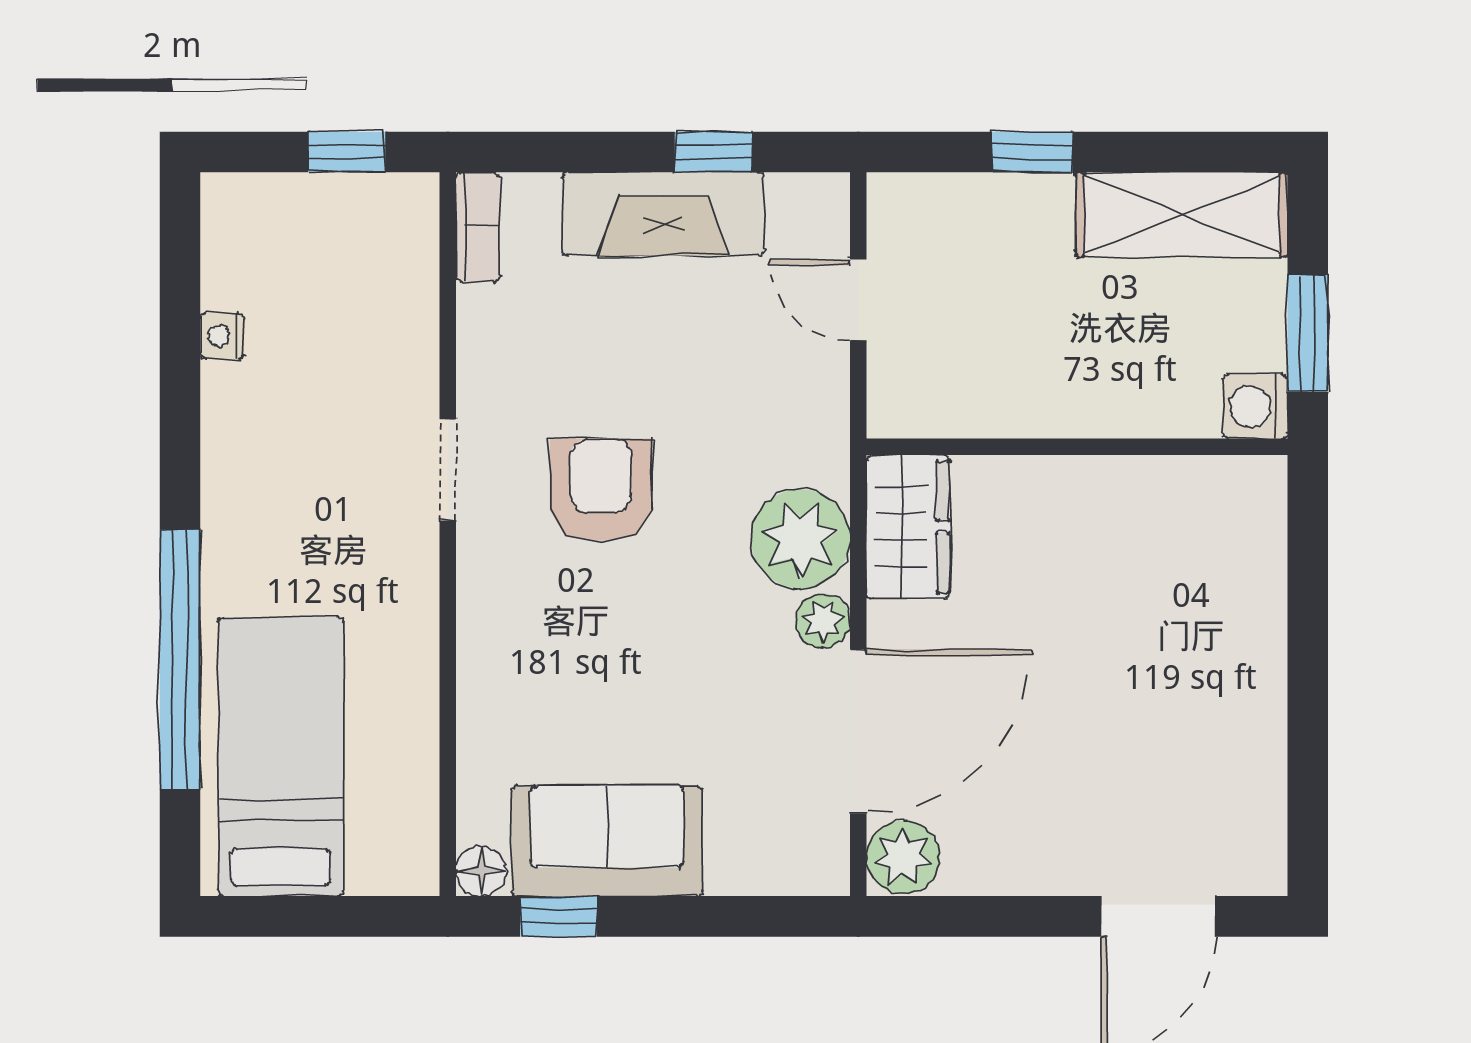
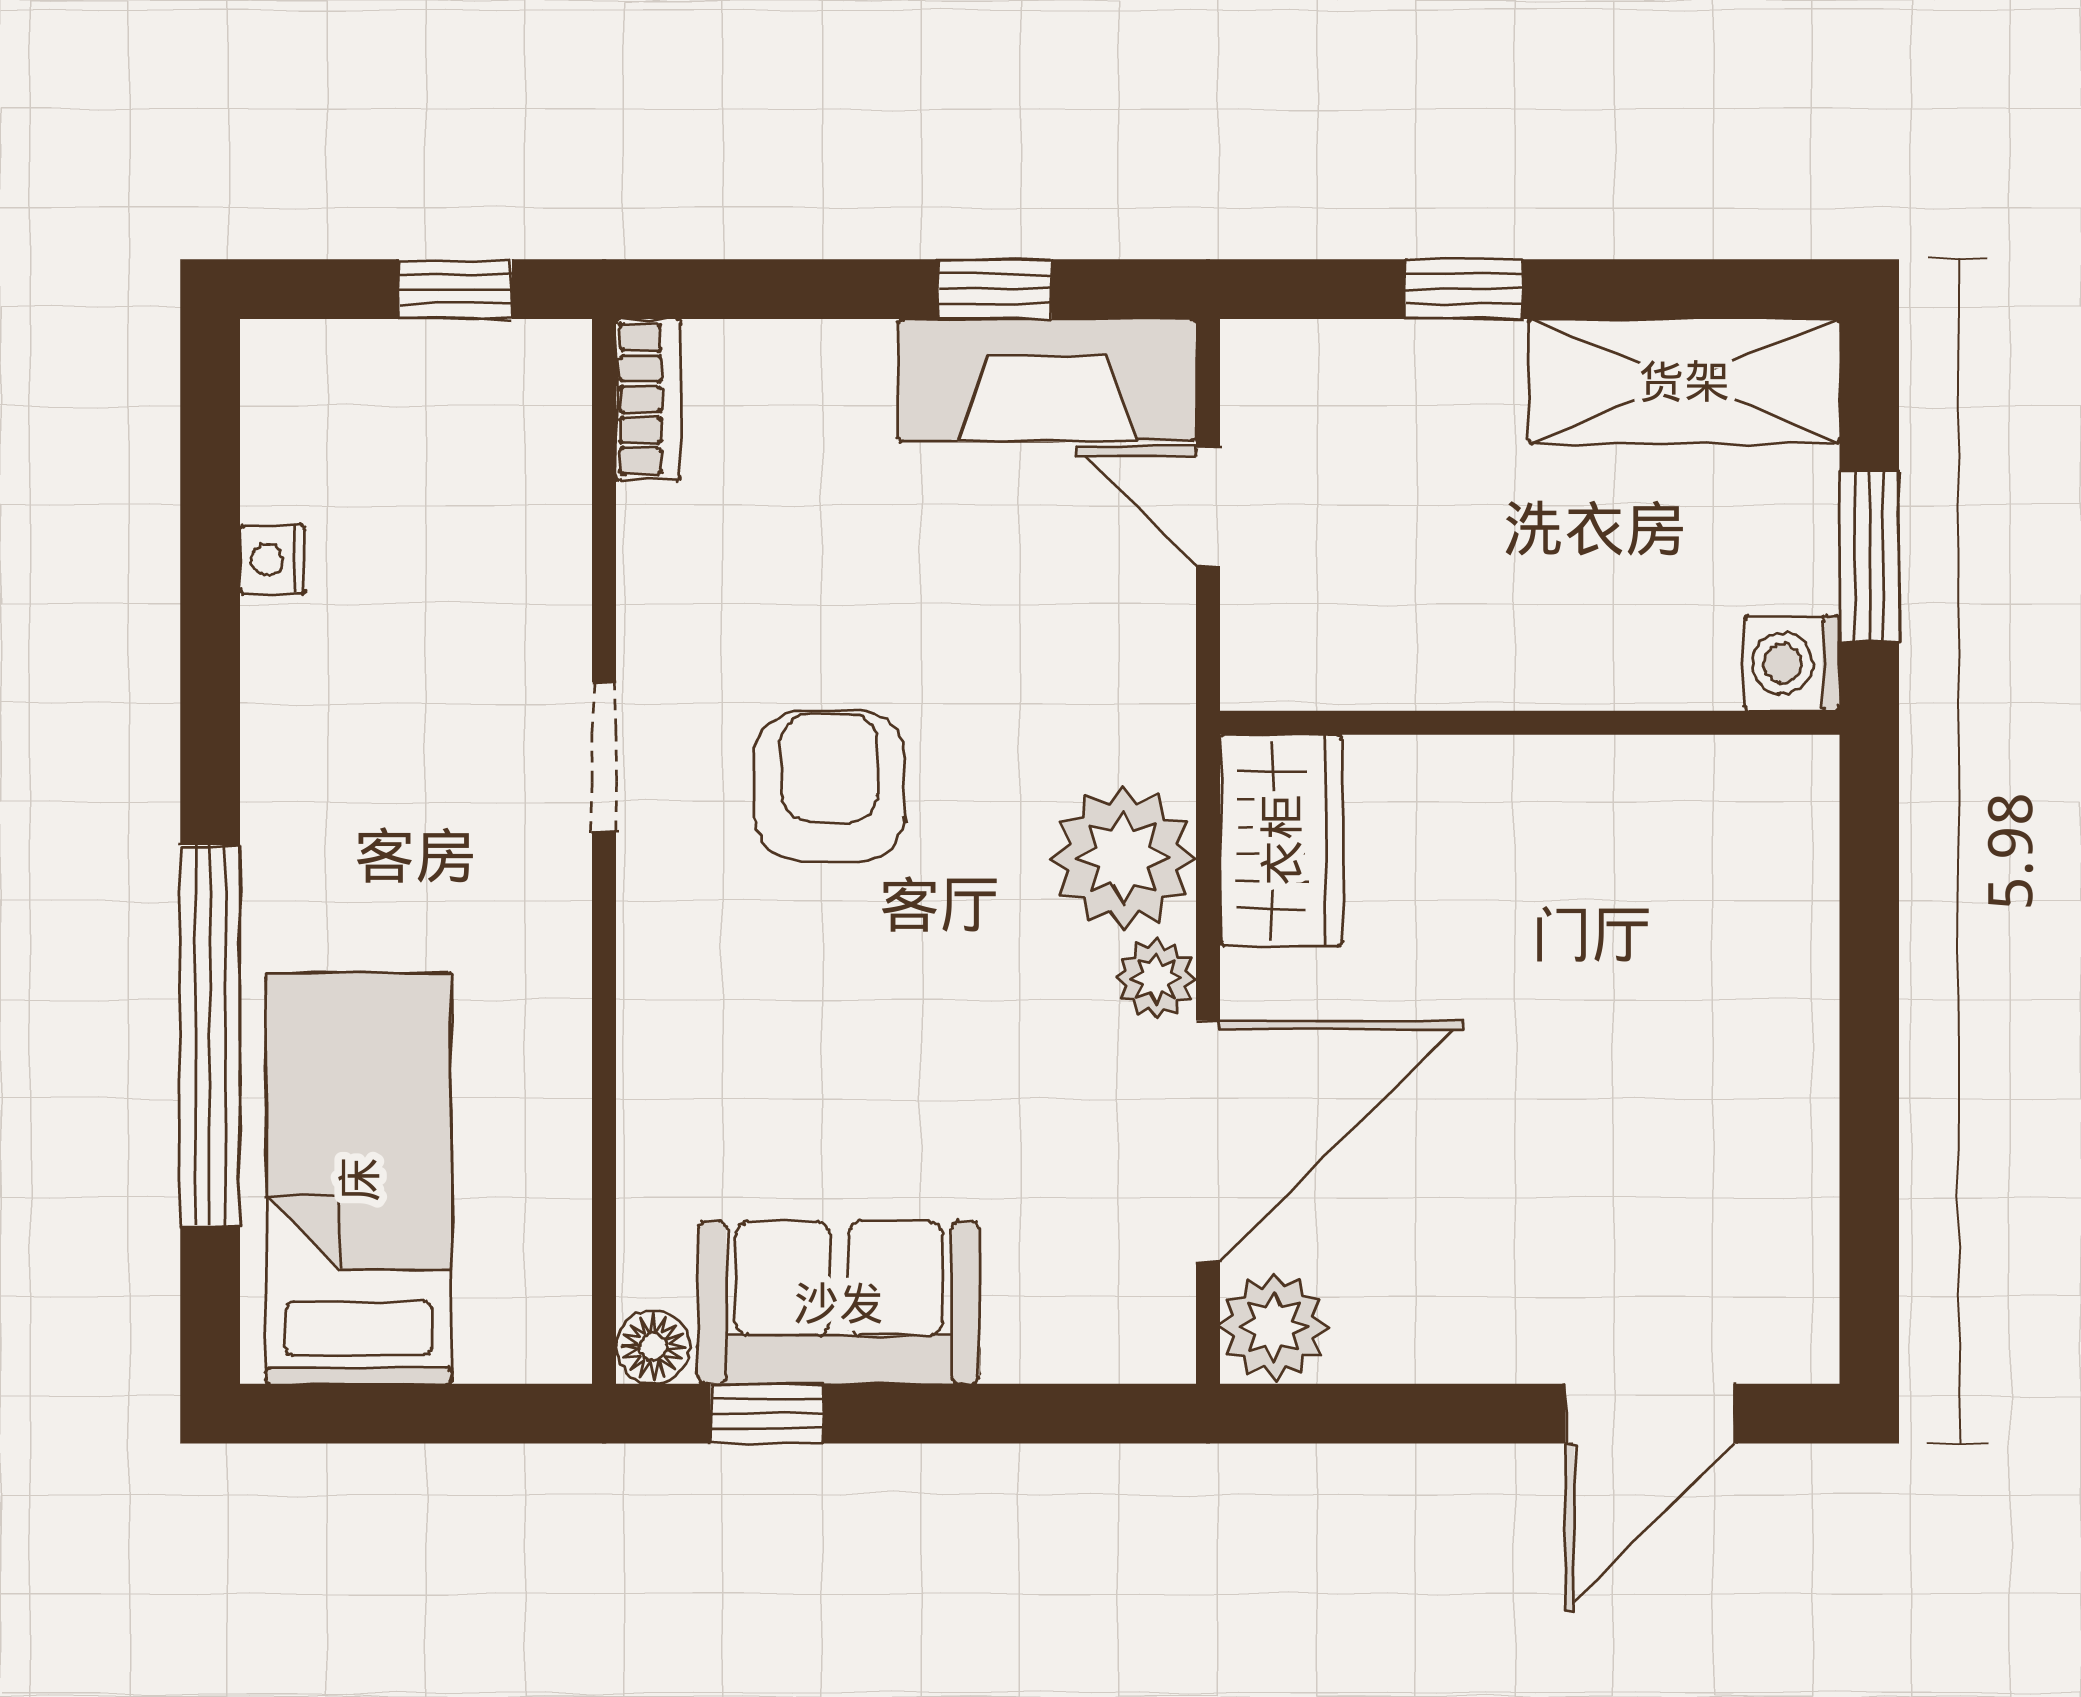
fireplace: (663, 214) -> (1047, 380), moved

